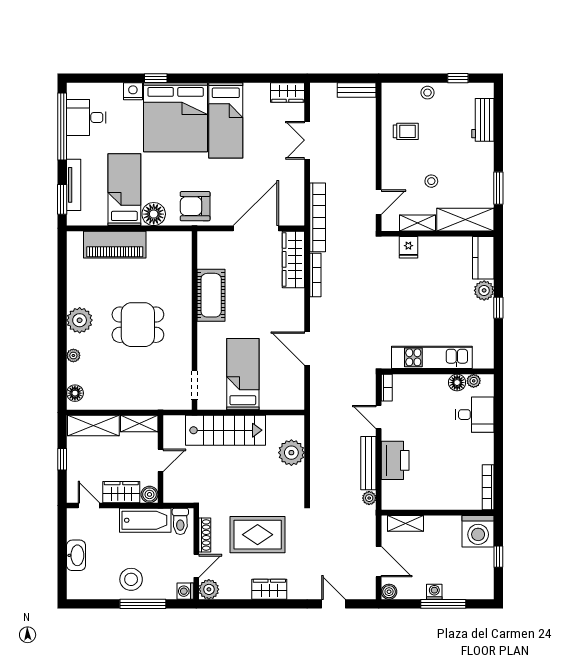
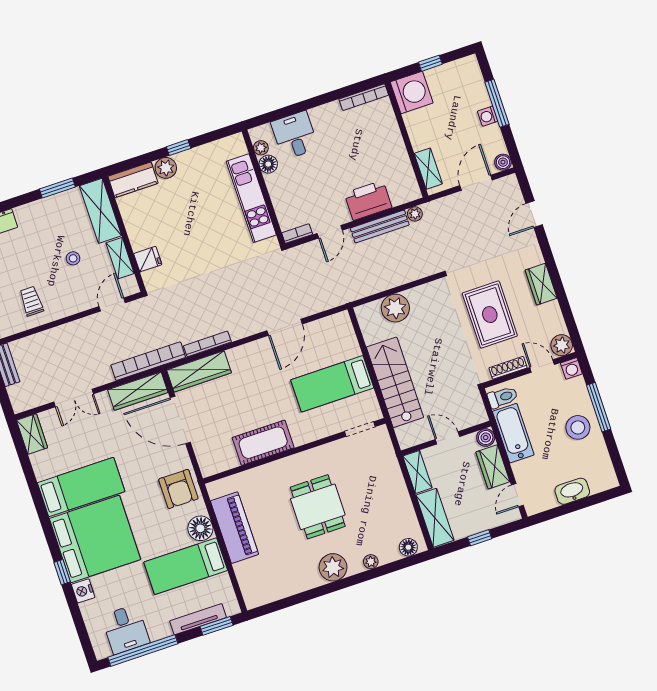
wardrobe: (294, 199) -> (138, 391), added
door: (379, 202) -> (112, 305), hinge flipped
piano: (115, 245) -> (234, 528), moved

